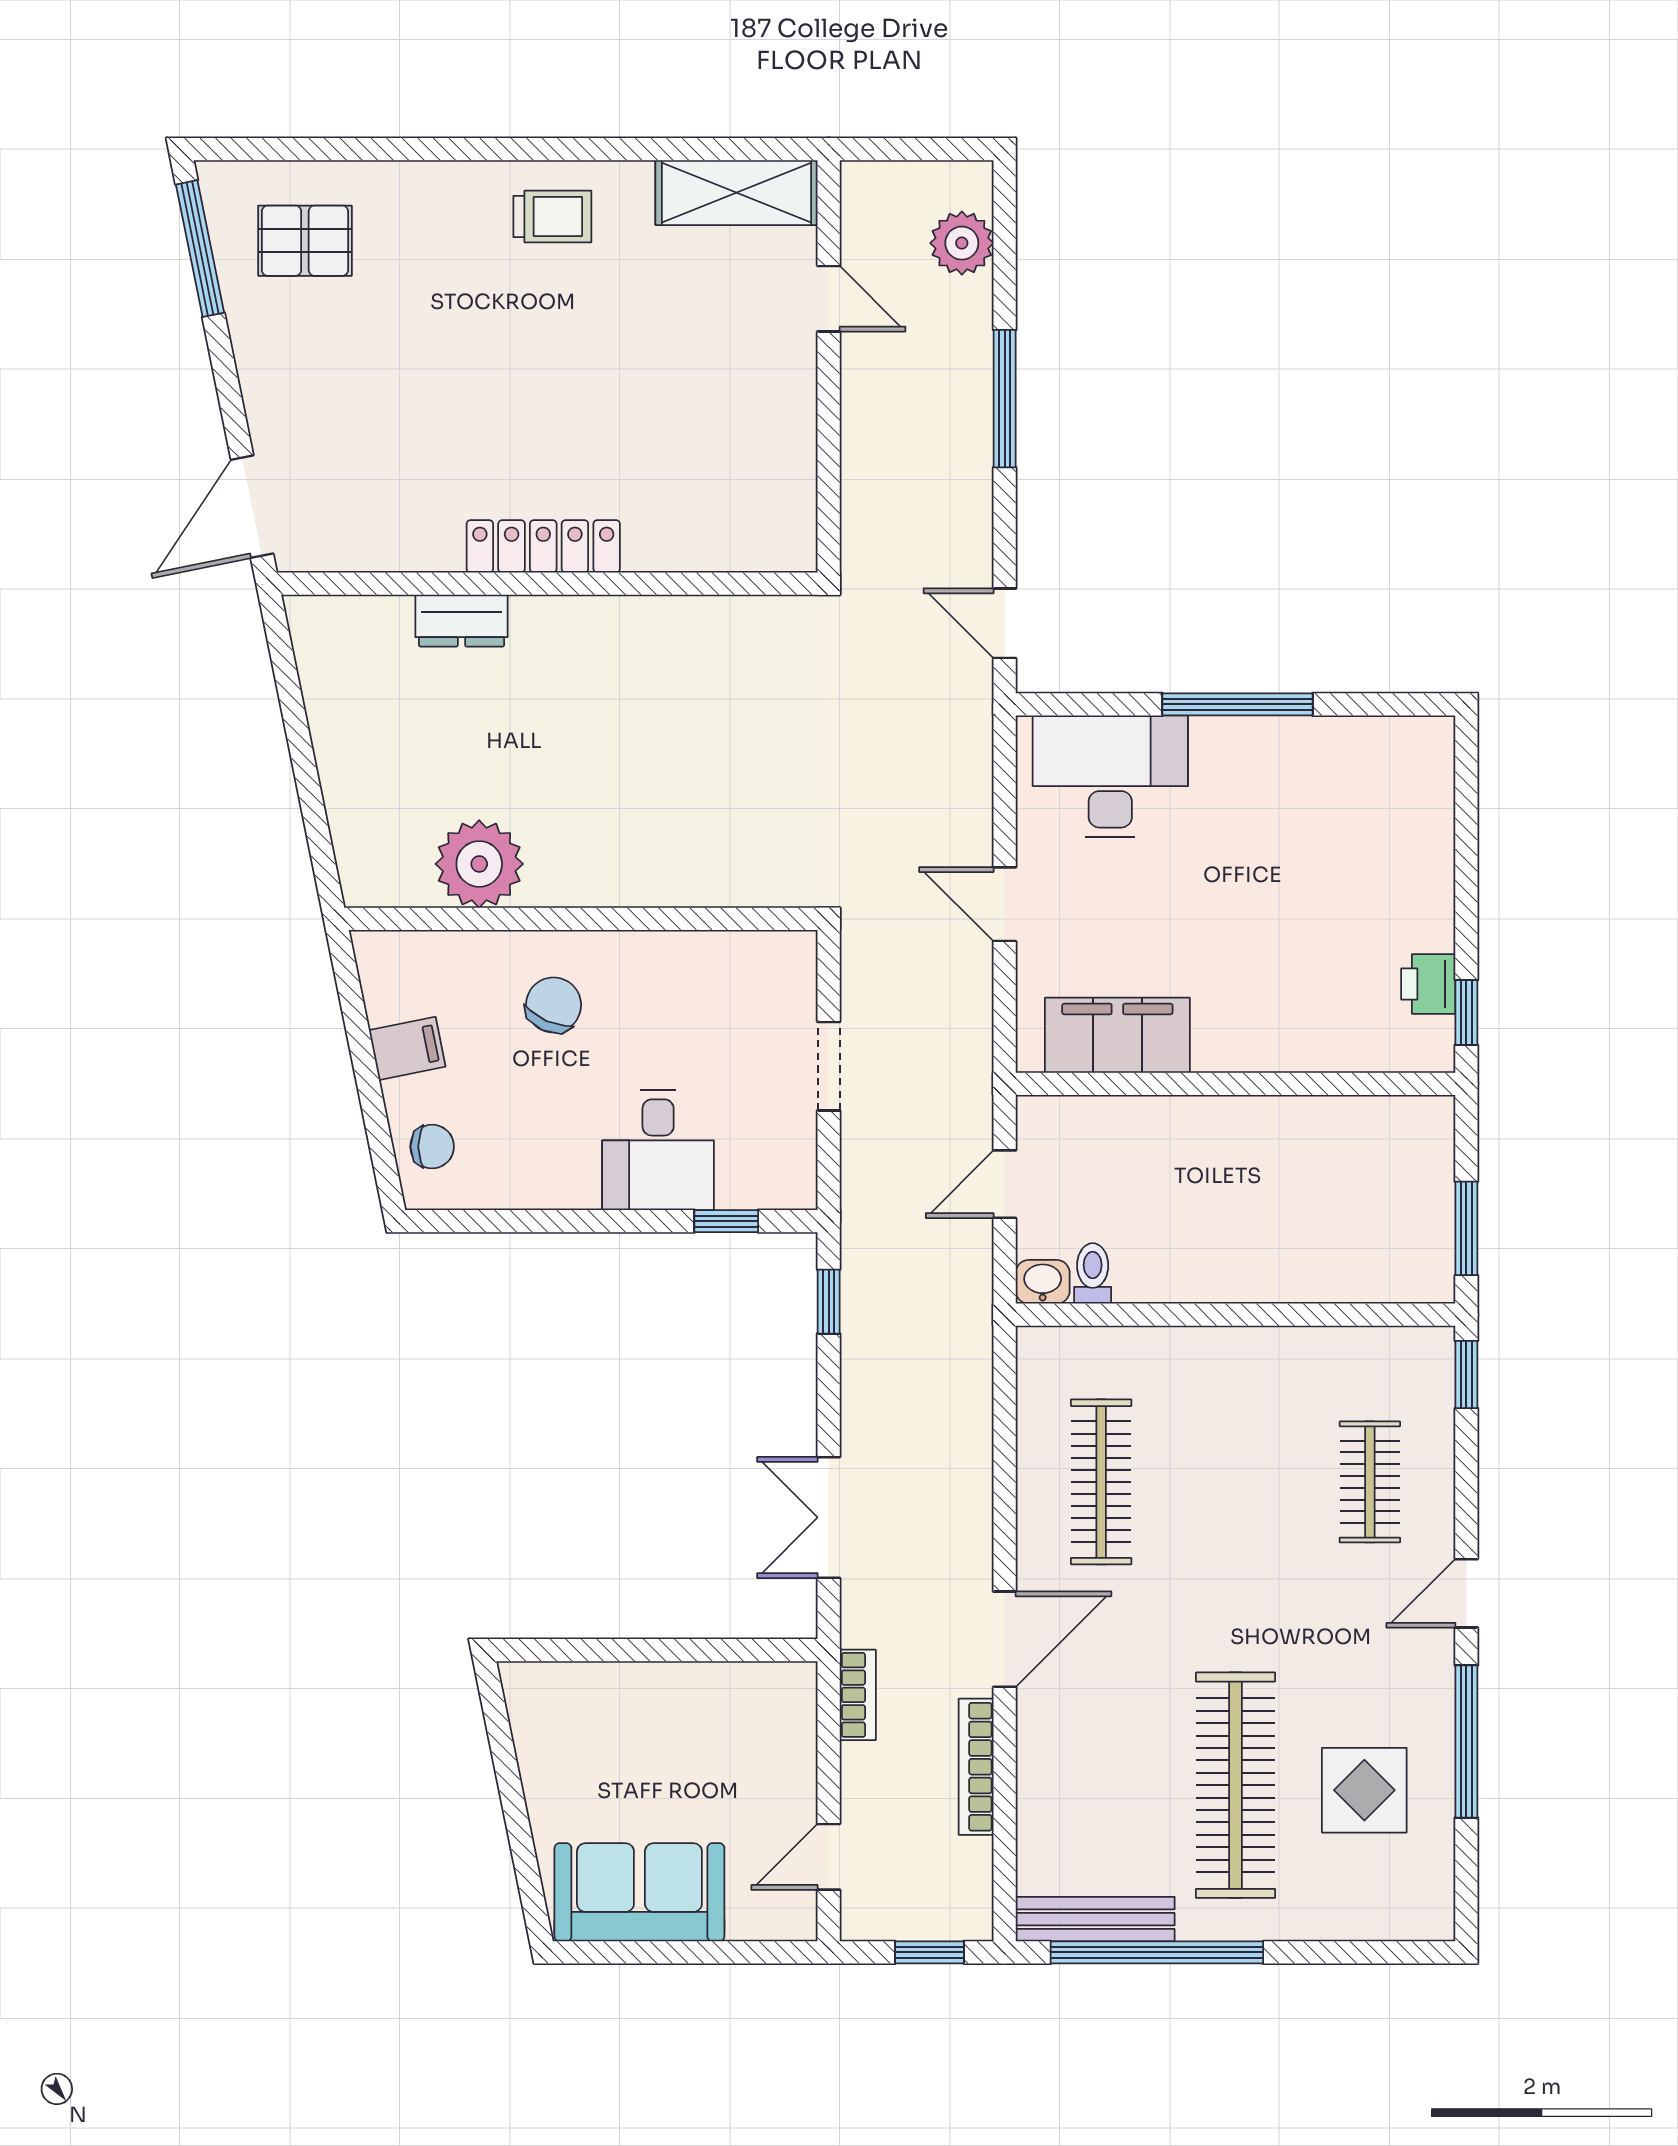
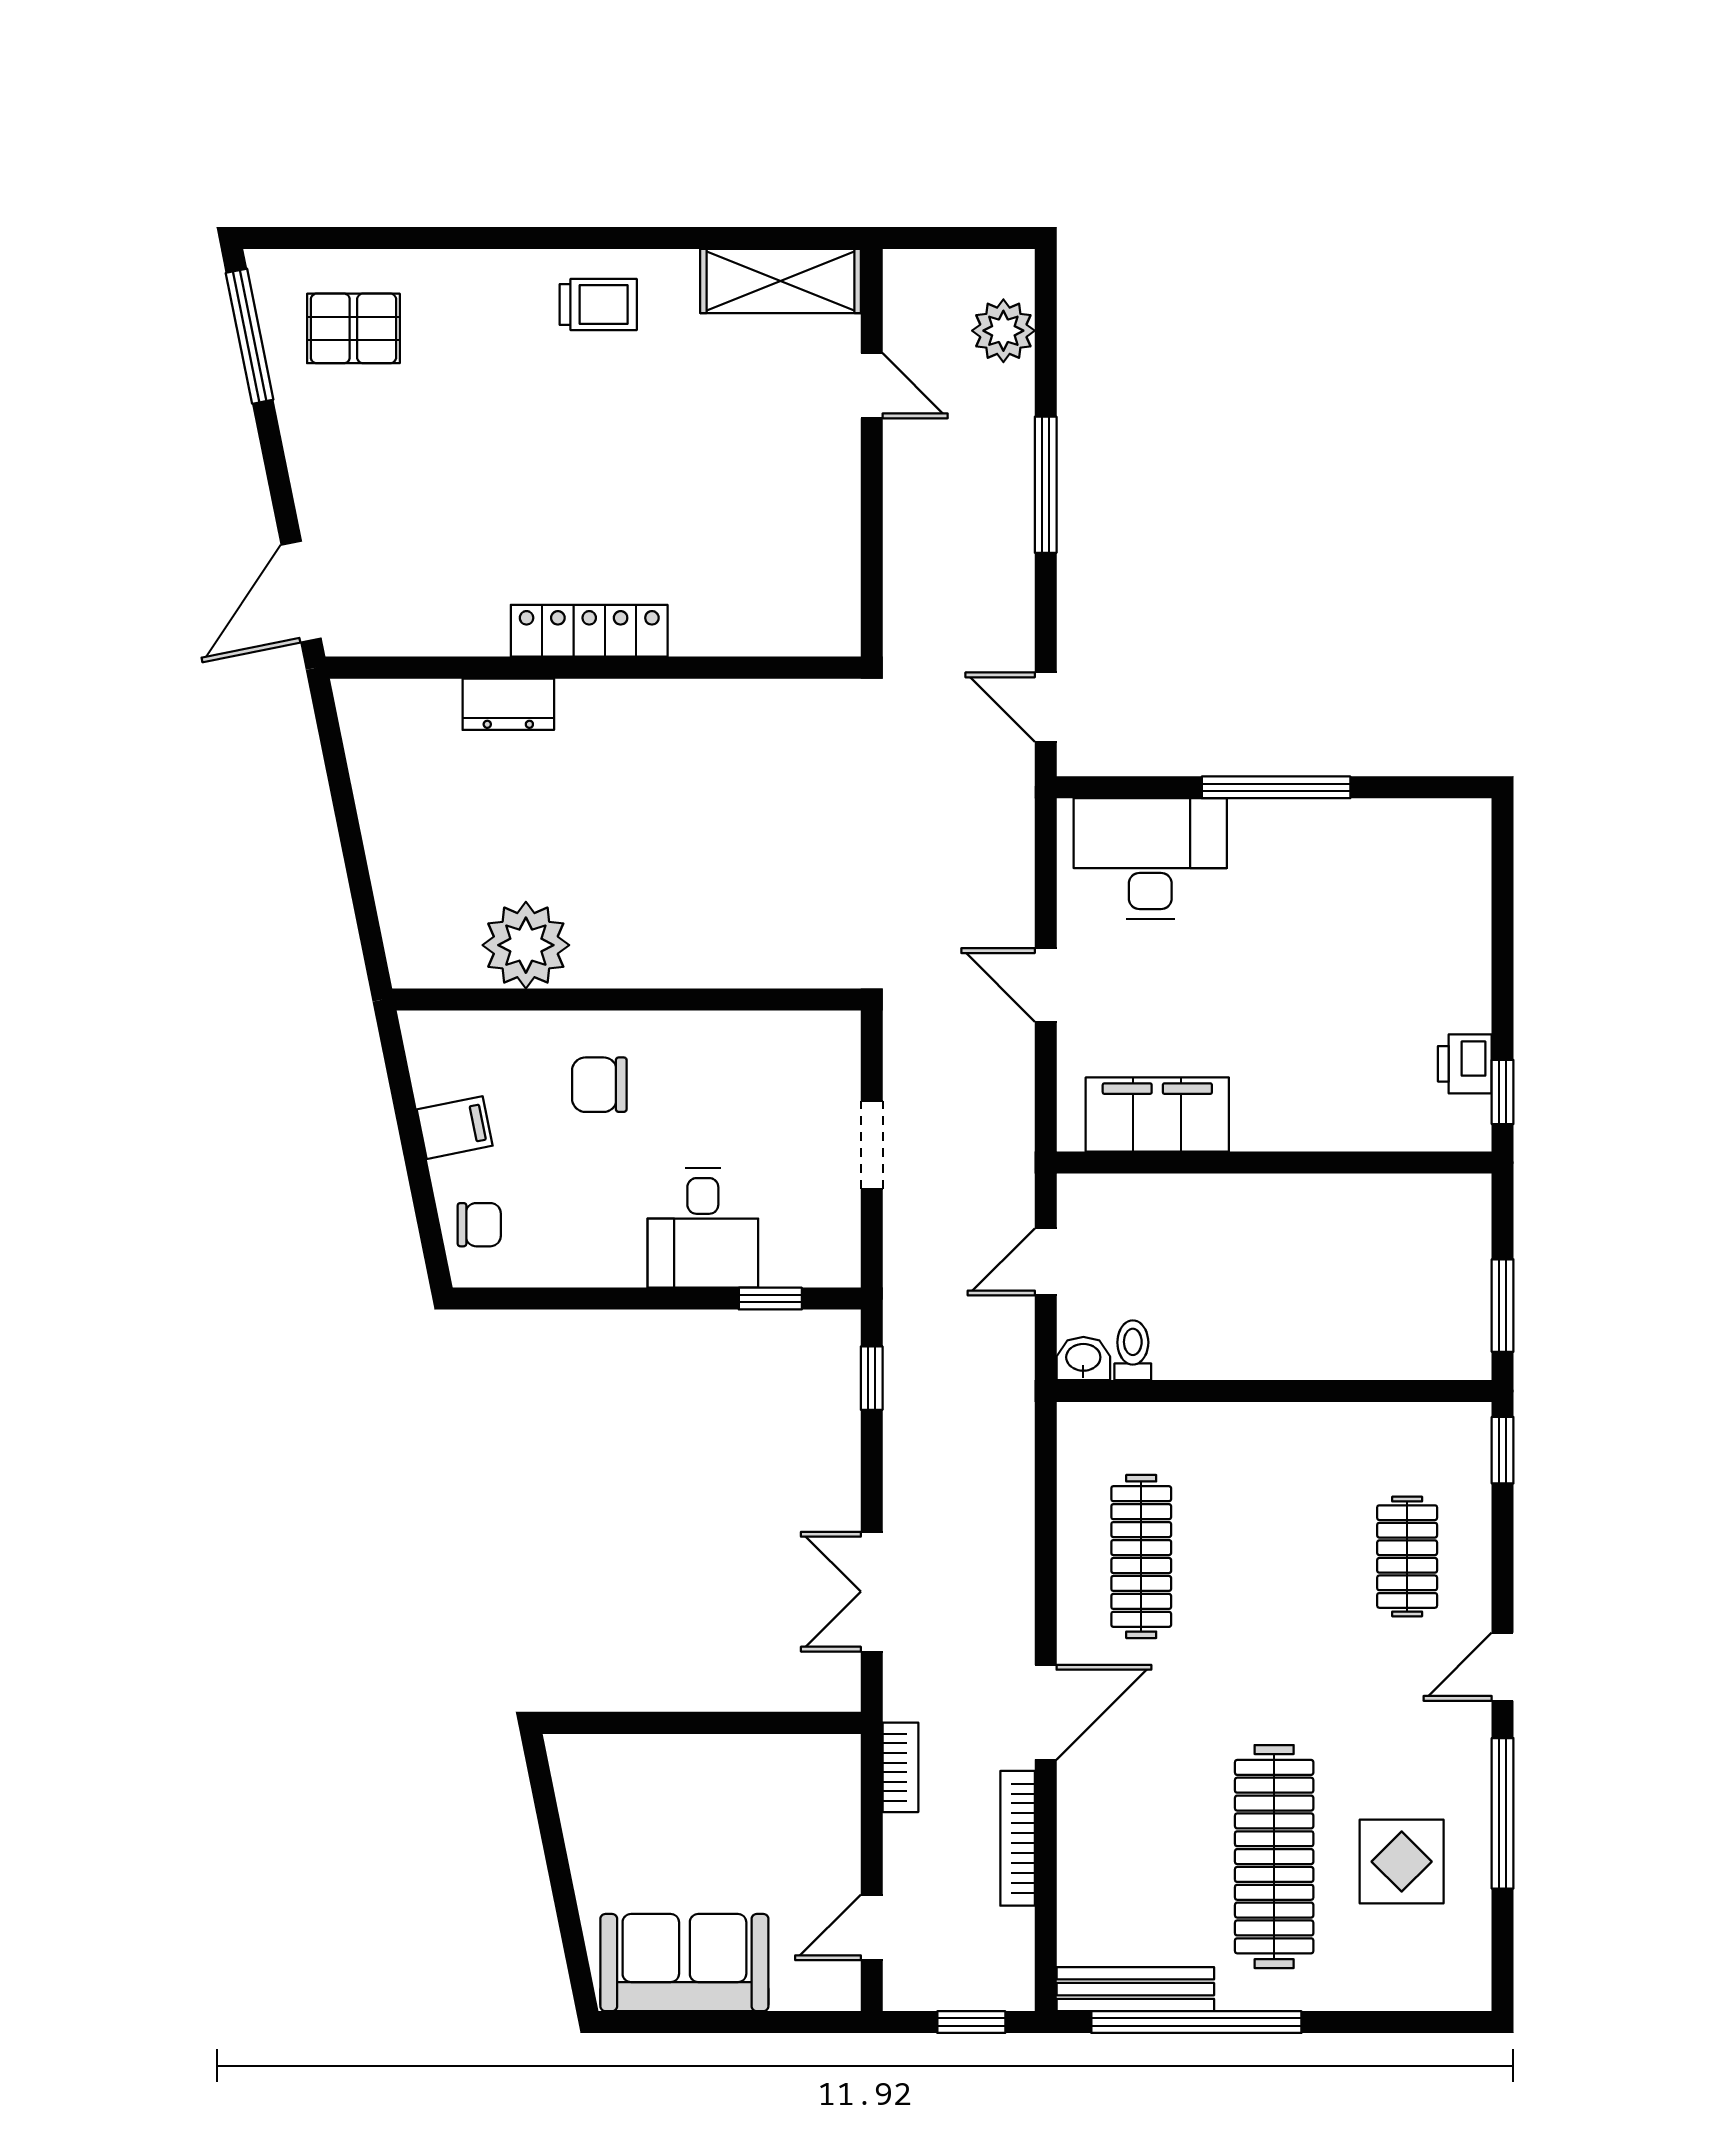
chair: (554, 1005) -> (599, 1085), turned -114

